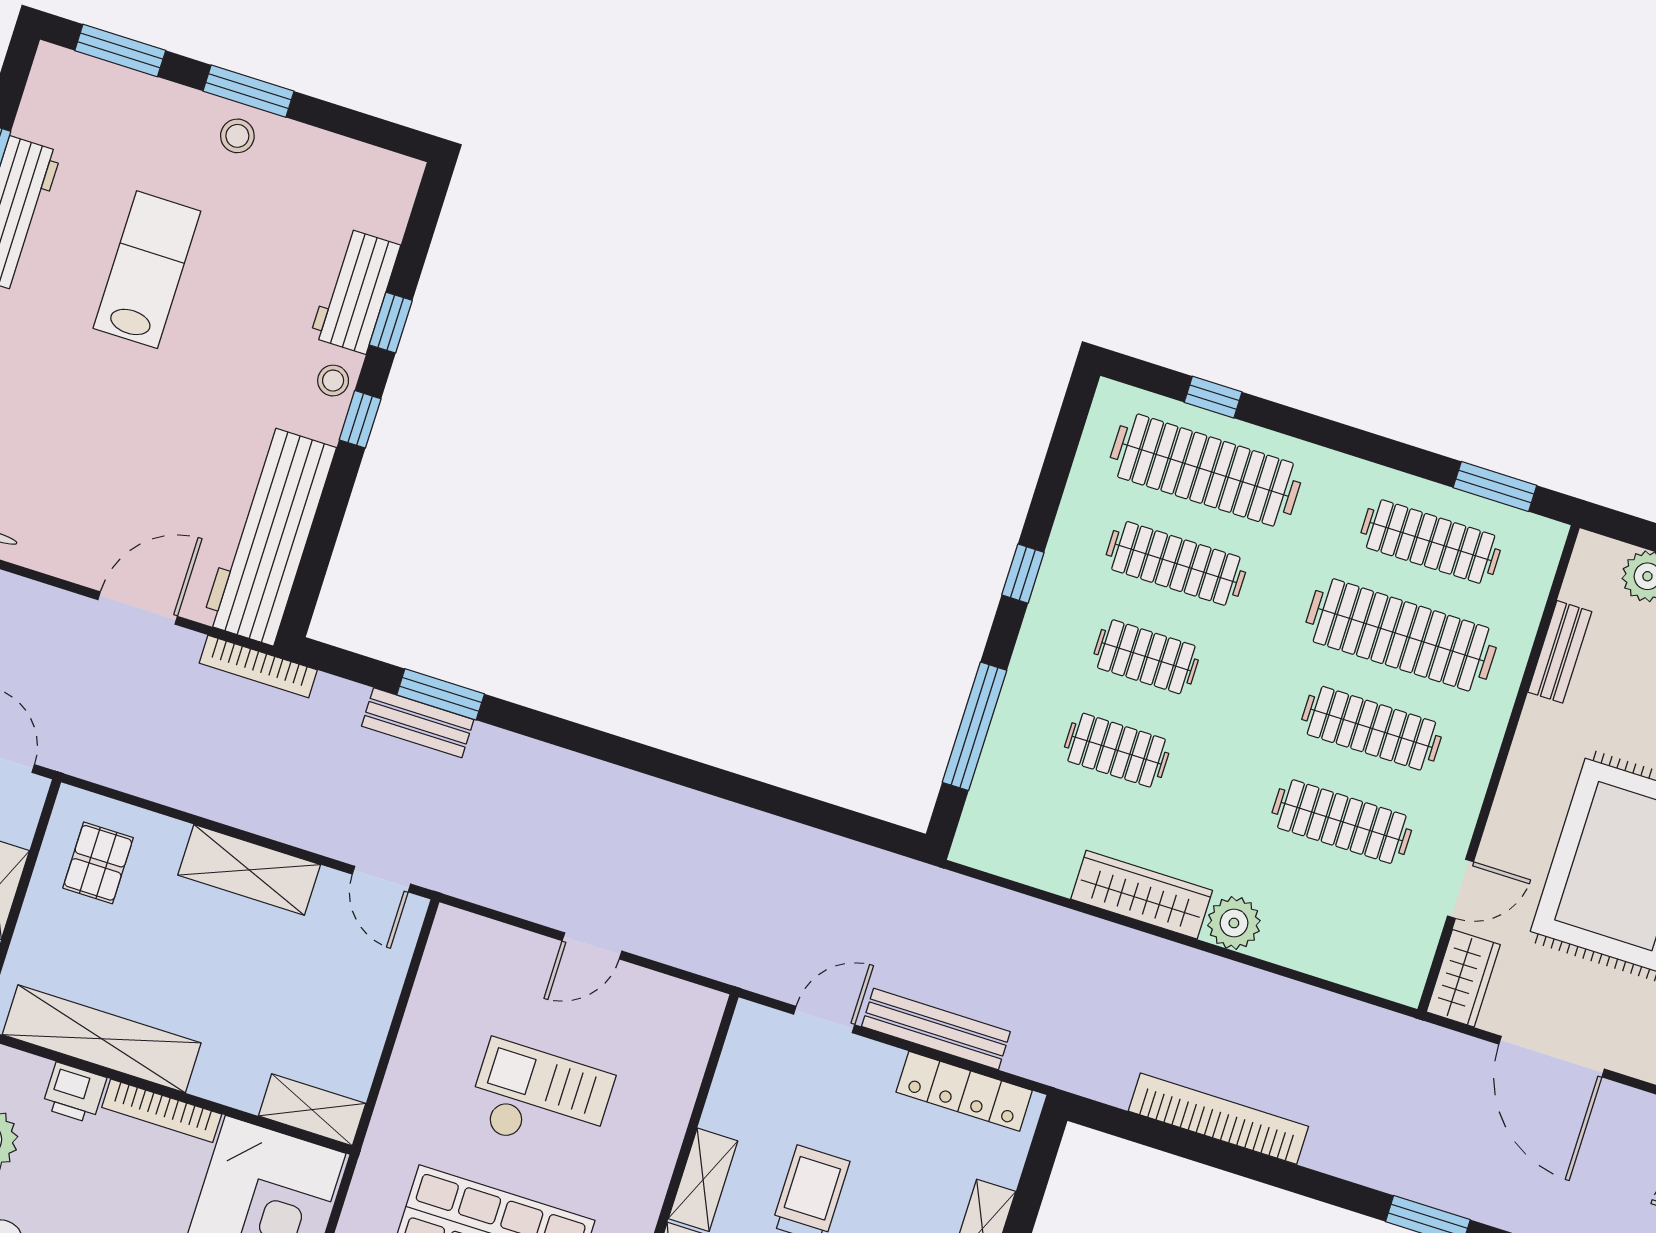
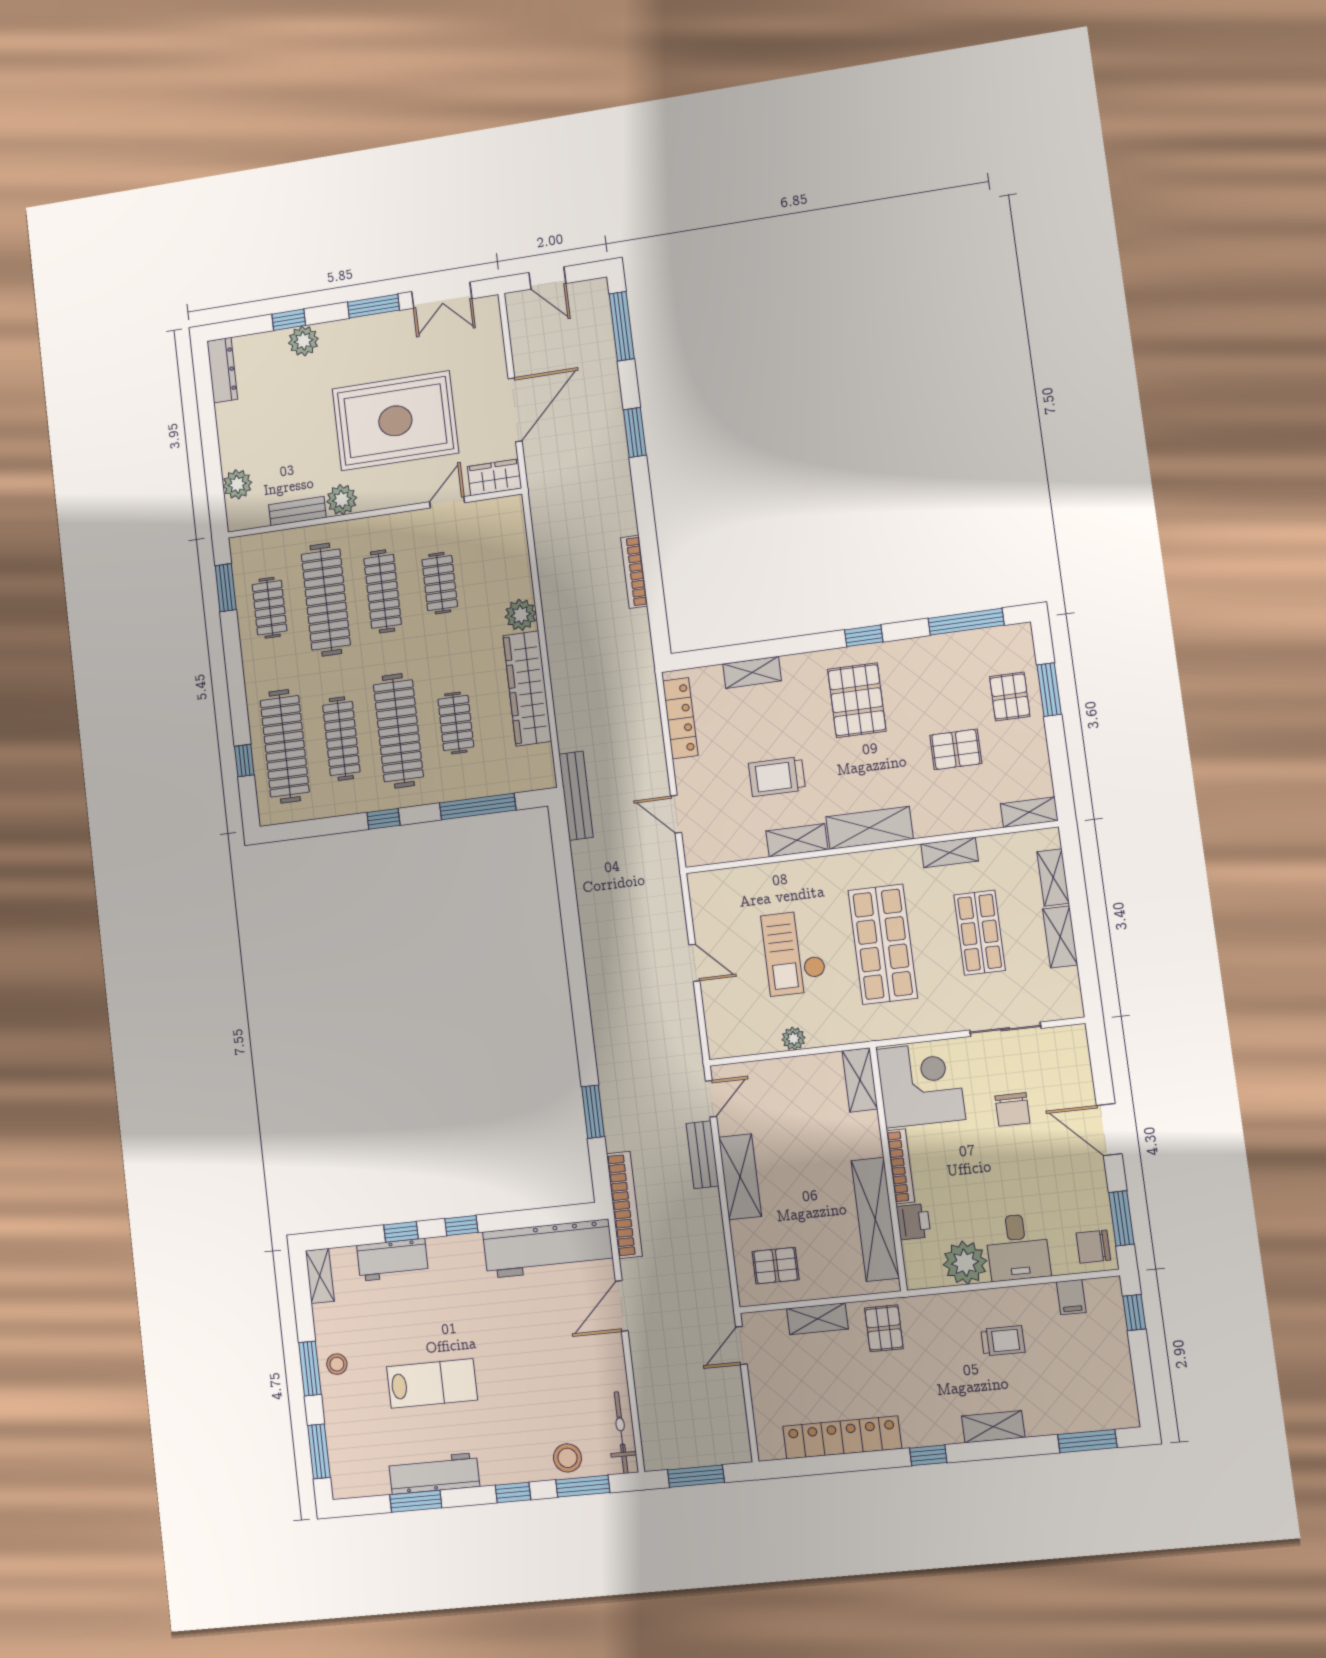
shelving: (380, 168) -> (320, 1276), added
lab bench: (147, 270) -> (432, 1383), turned 180
stool: (333, 381) -> (447, 1250), removed
clothes rail: (1431, 542) -> (270, 608), width x0.73
door: (138, 608) -> (622, 1306), hinge flipped
clothes rail: (1146, 657) -> (398, 731), width x1.86, depth x1.31
bookcase: (258, 667) -> (624, 1205), width x1.48, depth x1.31
bench: (418, 723) -> (703, 1155), moved
plant: (1544, 728) -> (342, 500), added
clothes rail: (1342, 822) -> (440, 583), width x0.73
door: (1460, 889) -> (447, 502), hinge flipped
wardrobe: (1142, 895) -> (527, 688), width x1.40, depth x1.17
bench: (936, 1029) -> (576, 796), moved
plant: (415, 1041) -> (794, 1039), added
bookcase: (1218, 1119) -> (634, 572), width x0.68, depth x0.76

